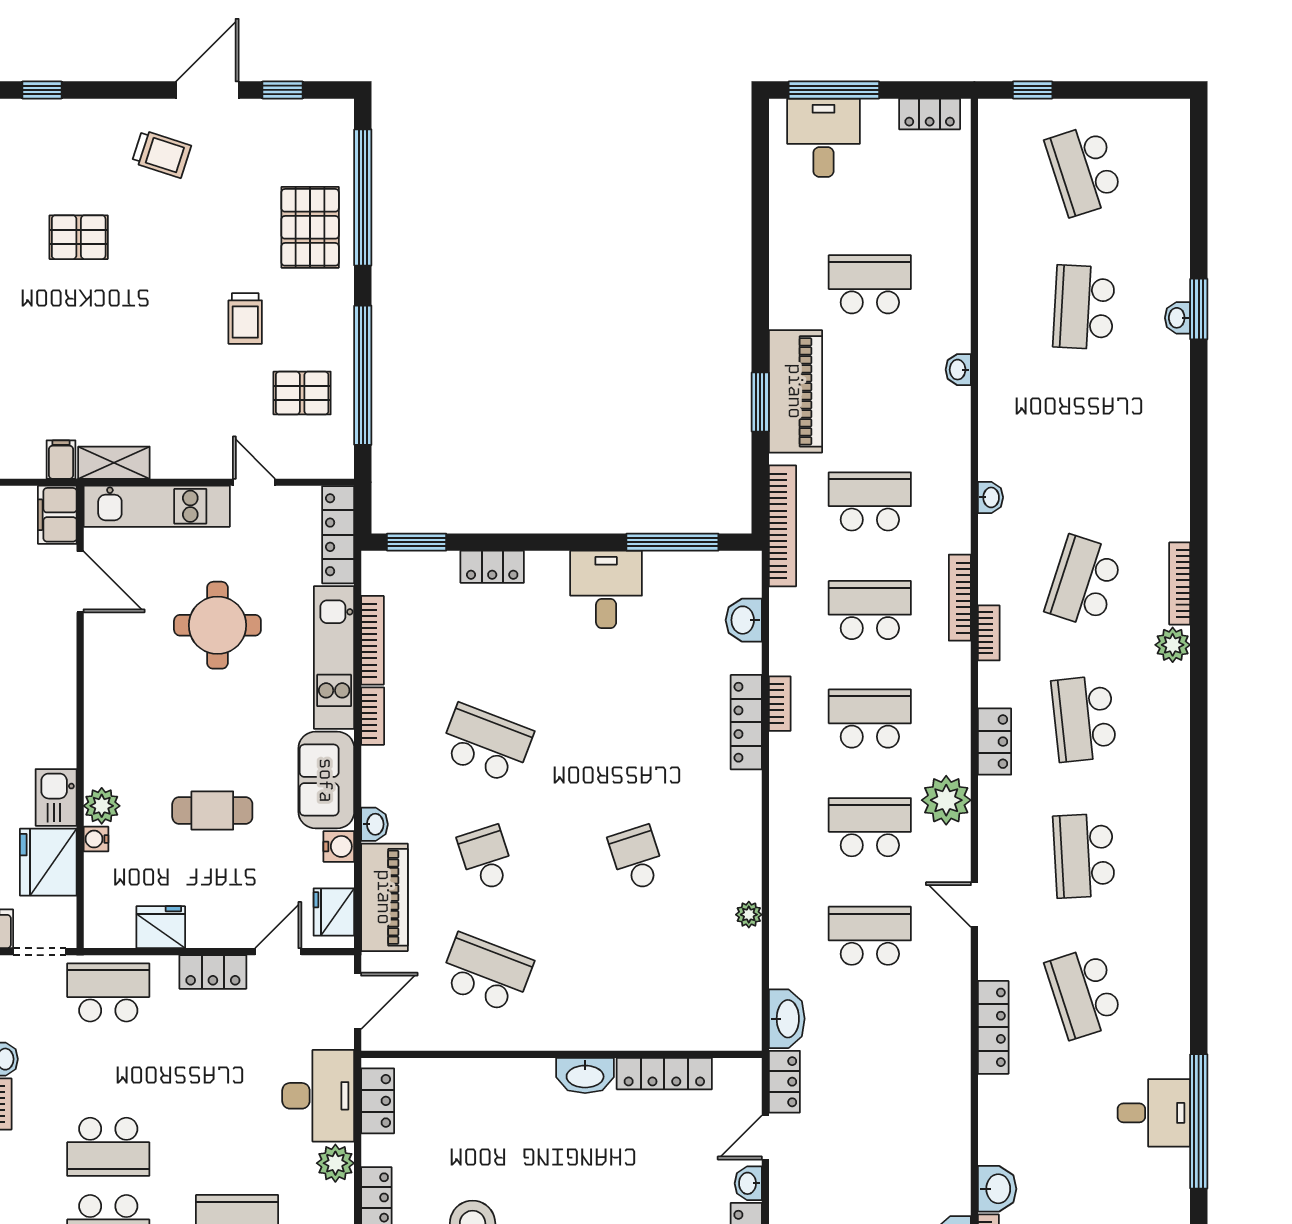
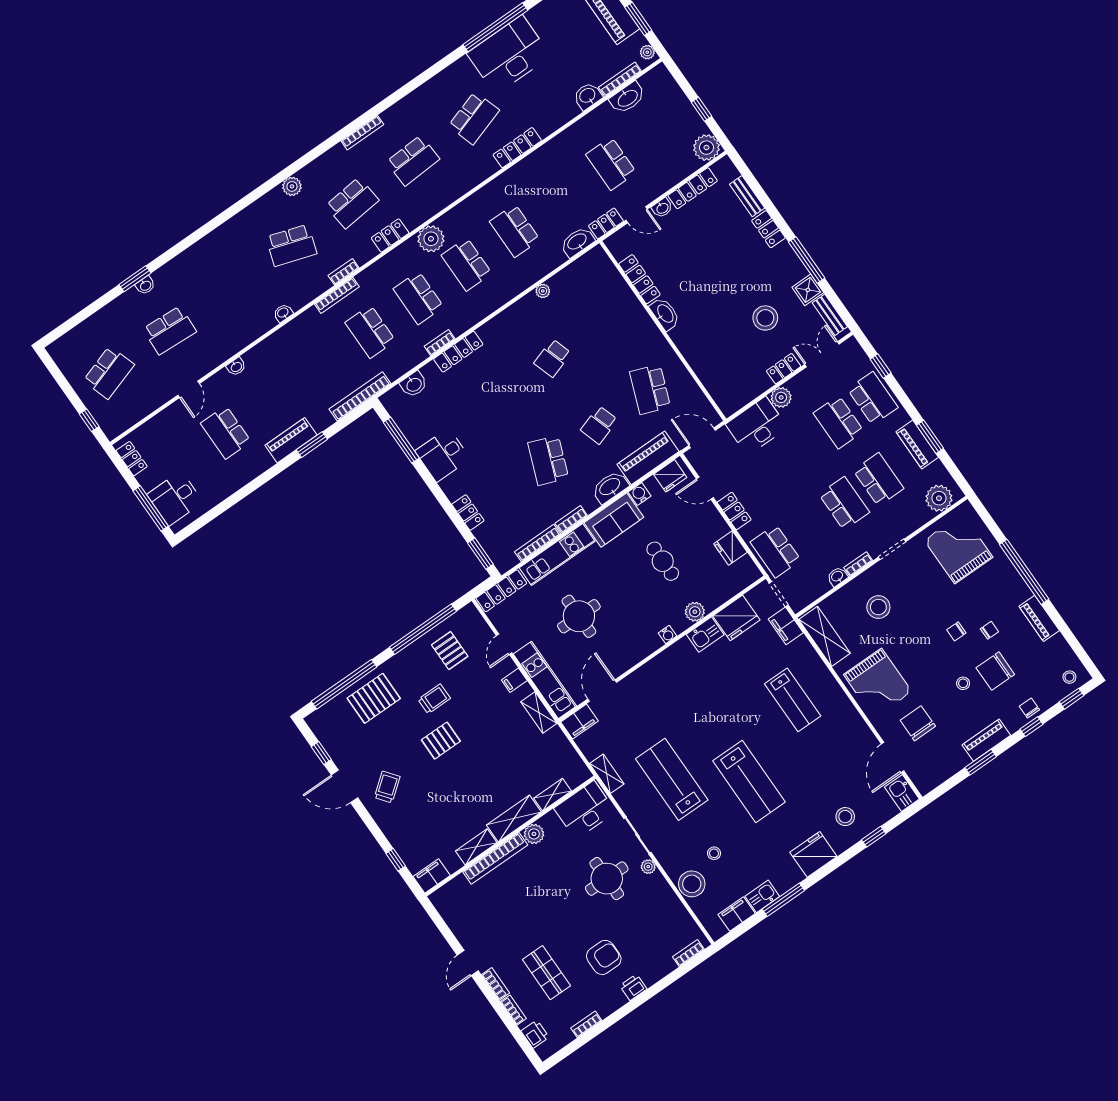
trolley: (161, 154) -> (387, 787), turned 34
pallet: (79, 237) -> (441, 741), moved, turned 90
piano: (795, 391) -> (291, 440), width x0.73, depth x0.75
filing cabinet: (61, 460) -> (514, 680), moved
school desk: (870, 501) -> (611, 163), moved
bookcase: (1180, 583) -> (362, 133), moved
washbasin: (374, 824) -> (610, 487), width x1.91, depth x1.45
water cooler: (96, 839) -> (668, 635), moved
door: (974, 905) -> (189, 389), moved
locker: (378, 1101) -> (740, 398), removed
desk: (1154, 1113) -> (509, 55), width x1.87, depth x1.30

